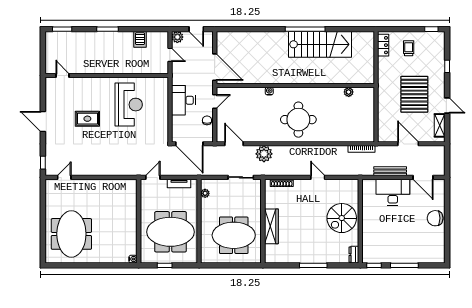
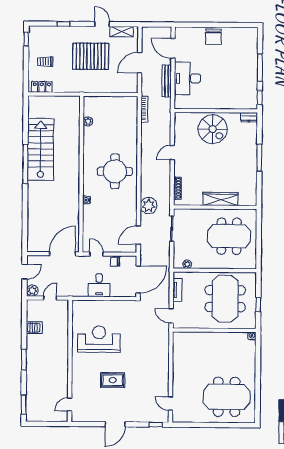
desk: (183, 100) -> (99, 285), width x0.73
door: (447, 106) -> (102, 24), hinge flipped
rug: (87, 119) -> (113, 380), turned 90
door: (423, 177) -> (173, 48), swing flipped
meeting table: (234, 235) -> (229, 236), turned 90

